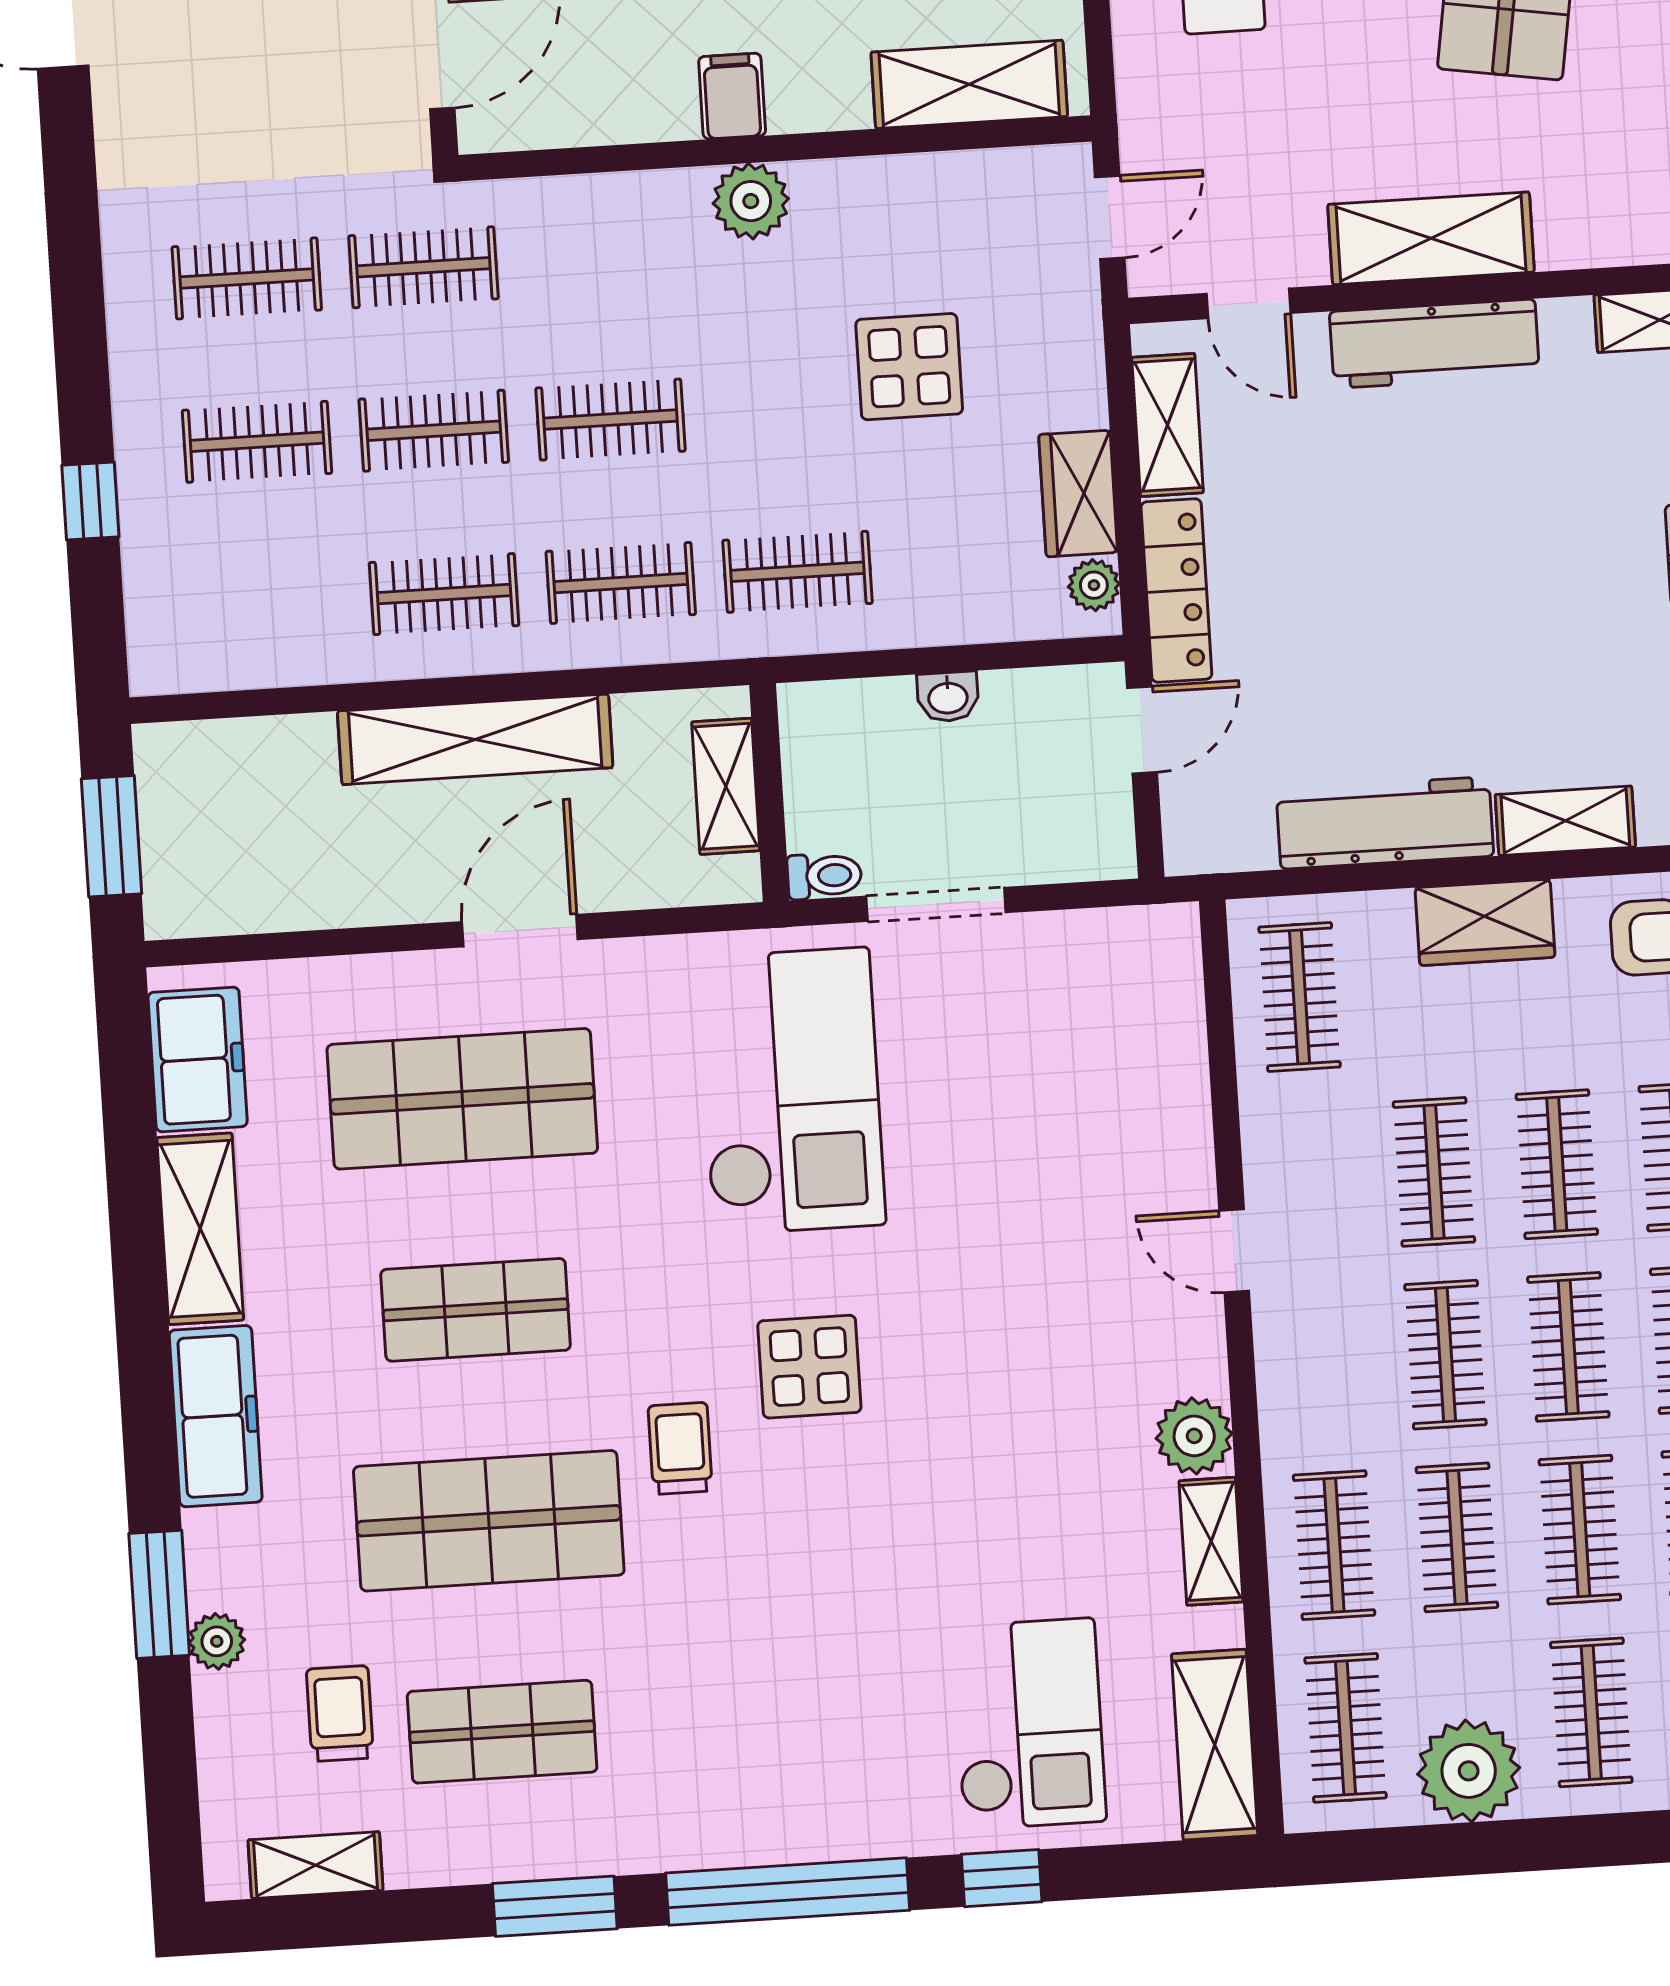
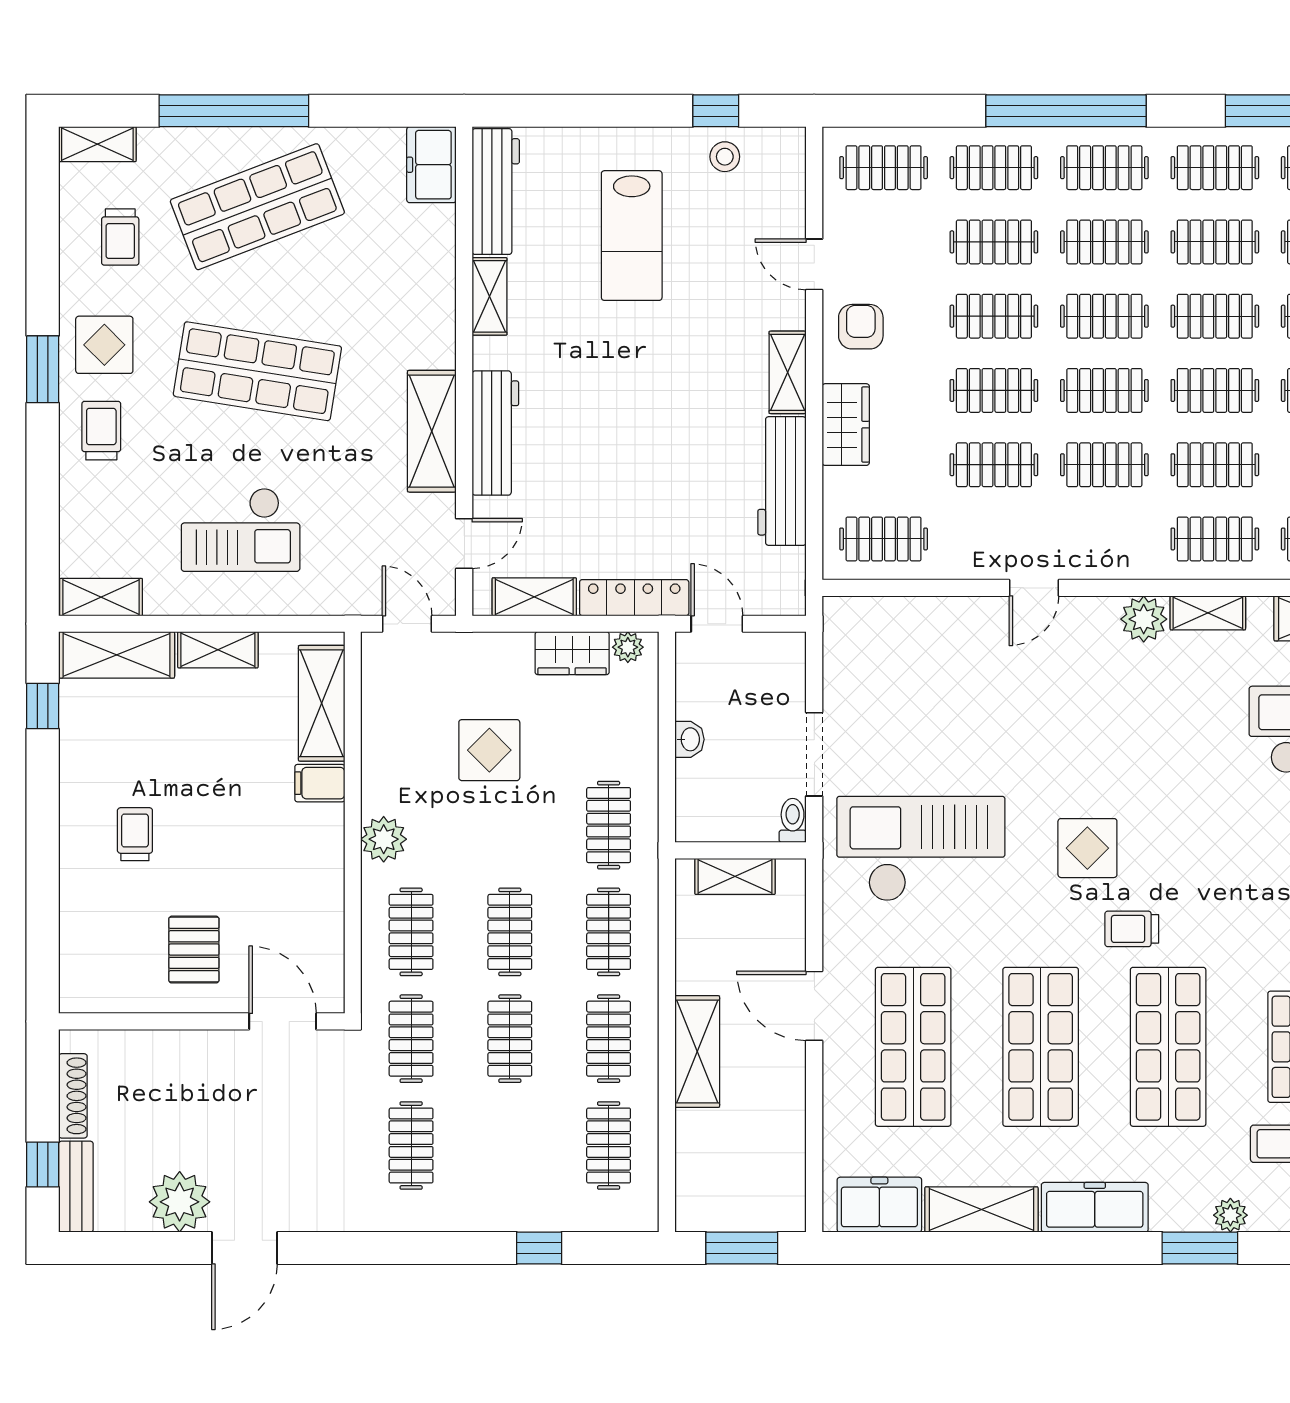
filing cabinet: (732, 96) -> (320, 783), moved
clothes rail: (600, 256) -> (411, 932), added
clothes rail: (257, 442) -> (609, 1145), moved
shelving: (475, 739) -> (697, 1052), width x0.68
shop shelf: (476, 1310) -> (1041, 1047), width x1.43, depth x1.36

